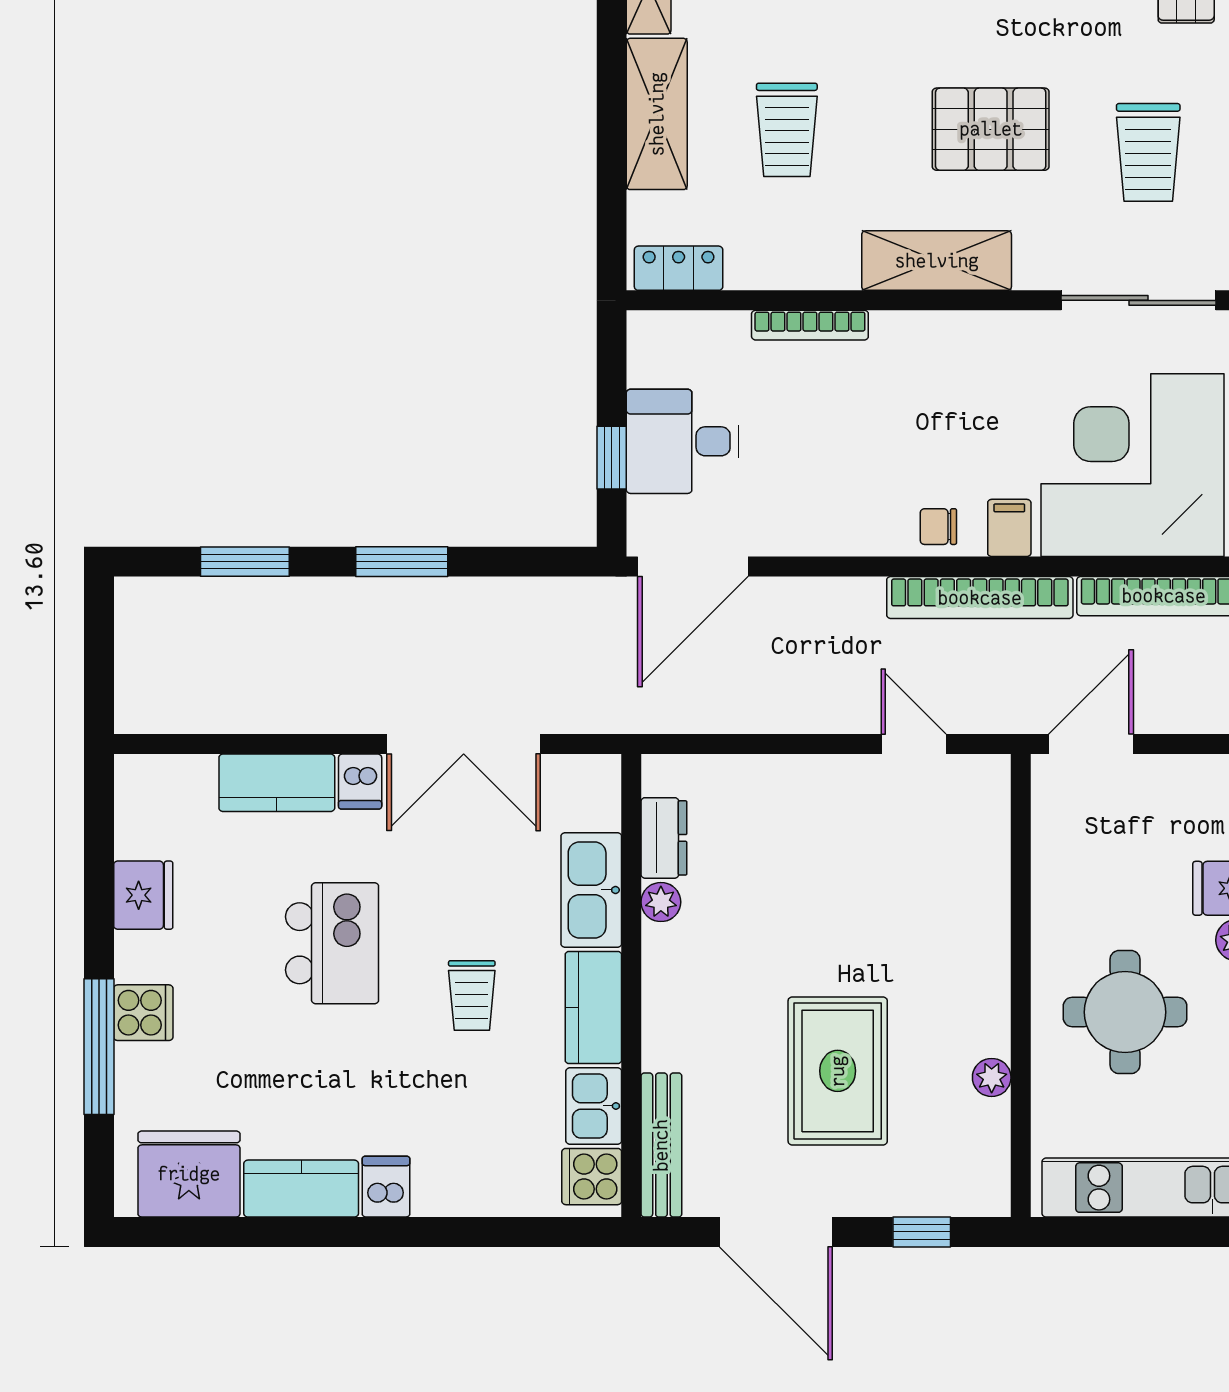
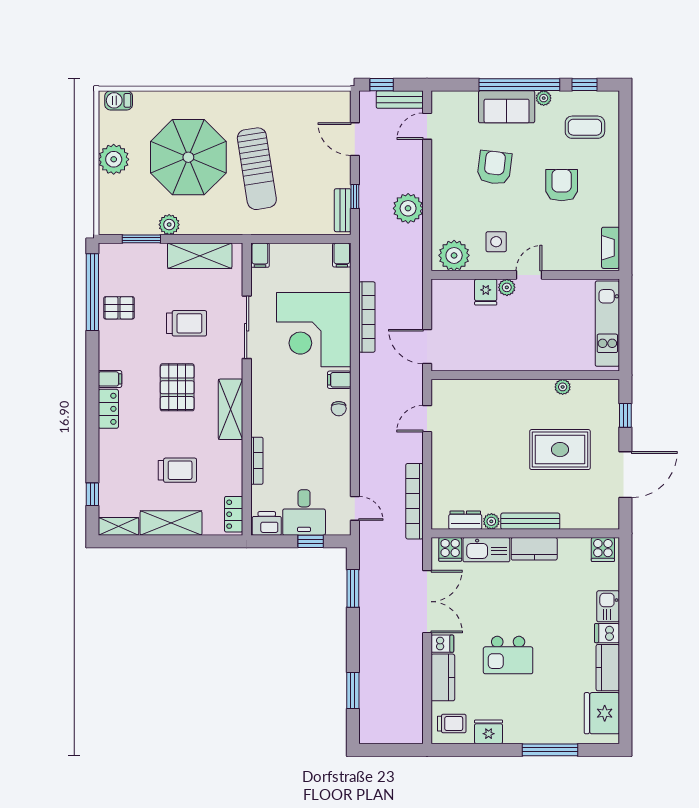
printer: (656, 350) -> (267, 523), added
window: (402, 562) -> (353, 588), moved
door: (693, 567) -> (355, 508), width x0.53
bookcase: (980, 598) -> (414, 501), moved, turned 180
kitchen island: (332, 943) -> (508, 655), turned 180
trolley: (472, 995) -> (452, 724), moved
round table: (1125, 1012) -> (536, 333), removed
cooker: (143, 1013) -> (450, 549), moved, turned 180
kitchen sink: (594, 1106) -> (608, 606), moved, turned 90
bench: (661, 1145) -> (530, 521), moved

